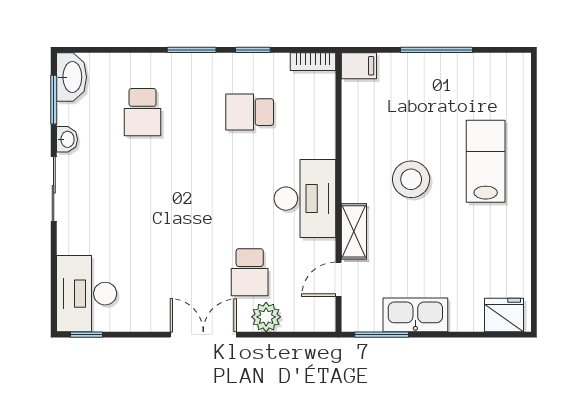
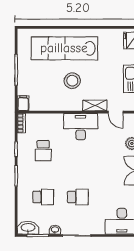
lab bench: (486, 161) -> (64, 48), width x1.86, depth x1.39
school desk: (250, 272) -> (78, 197), moved

